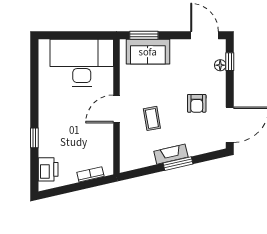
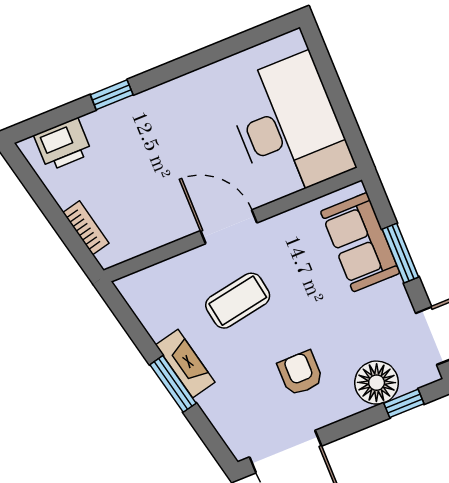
window: (144, 35) -> (400, 253), moved
floor lamp: (220, 65) -> (377, 383), width x1.89, depth x1.89
armchair: (197, 103) -> (300, 373), turned 90
coffee table: (152, 118) -> (238, 301), width x1.36, depth x1.30

